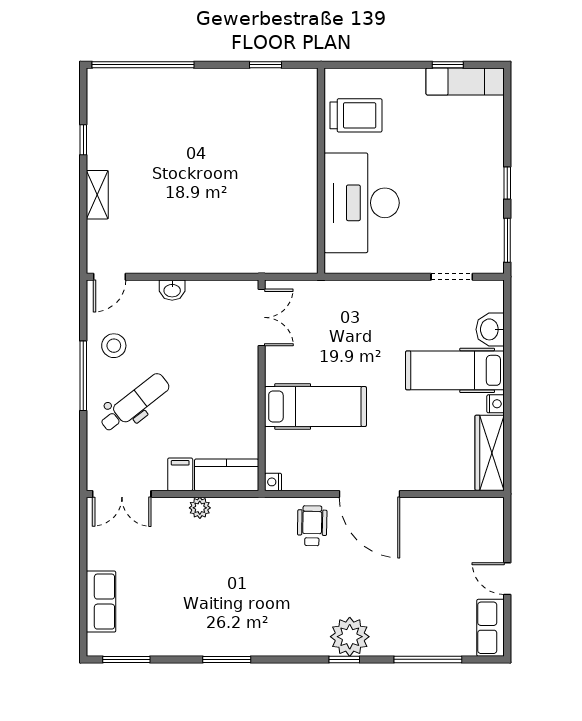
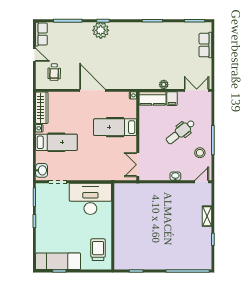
exam couch: (465, 81) -> (58, 261), width x1.36, depth x1.45
trolley: (356, 115) -> (98, 250), turned 90
desk: (362, 203) -> (90, 199), moved, turned -90
washbasin: (490, 329) -> (42, 170), moved
dental chair: (135, 403) -> (180, 132), moved
wheelchair: (312, 526) -> (54, 72), moved

